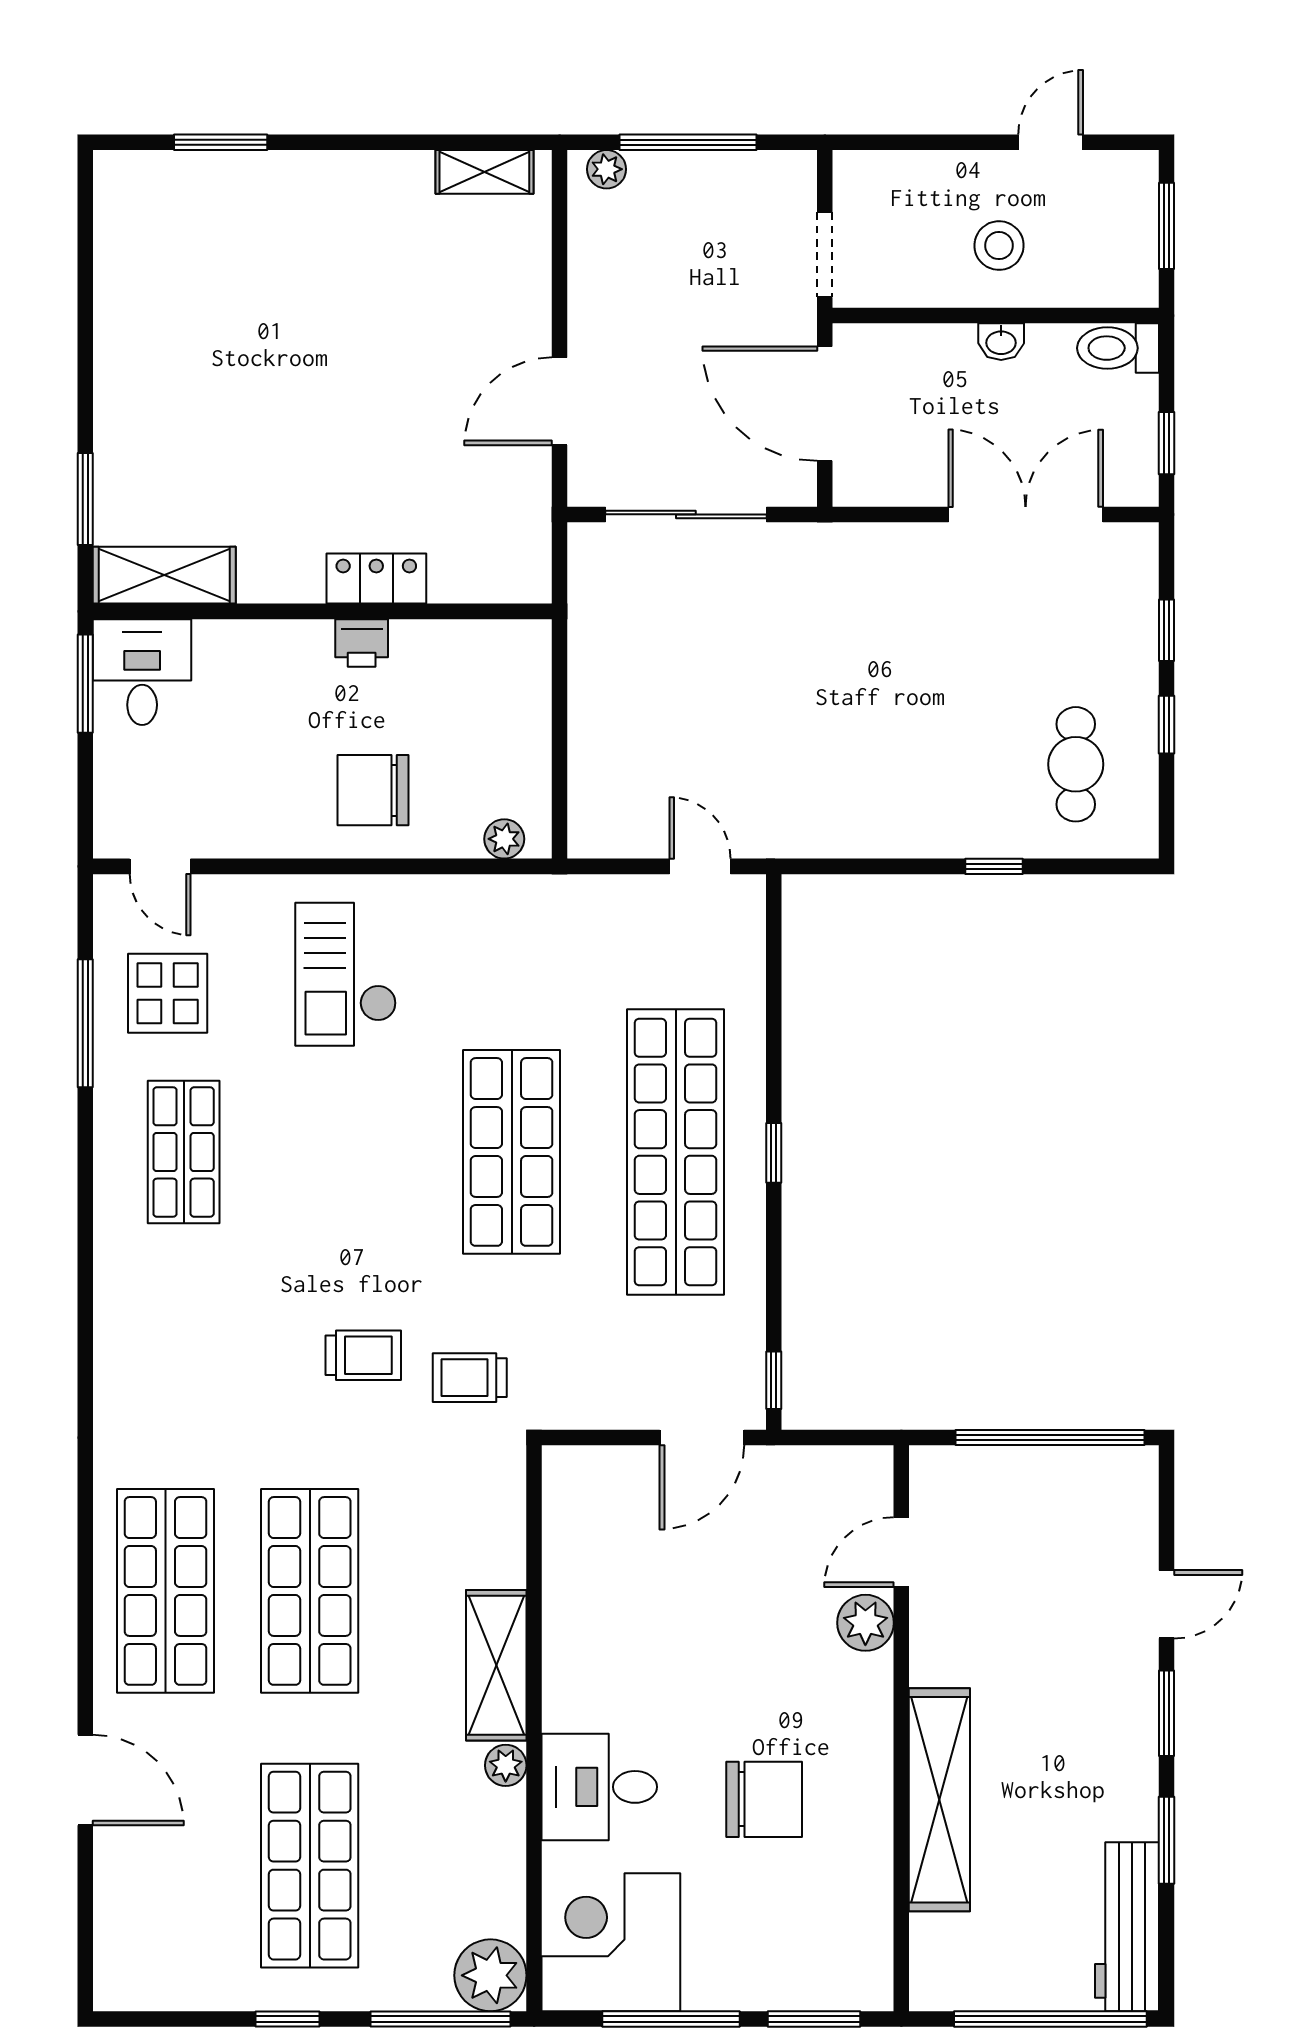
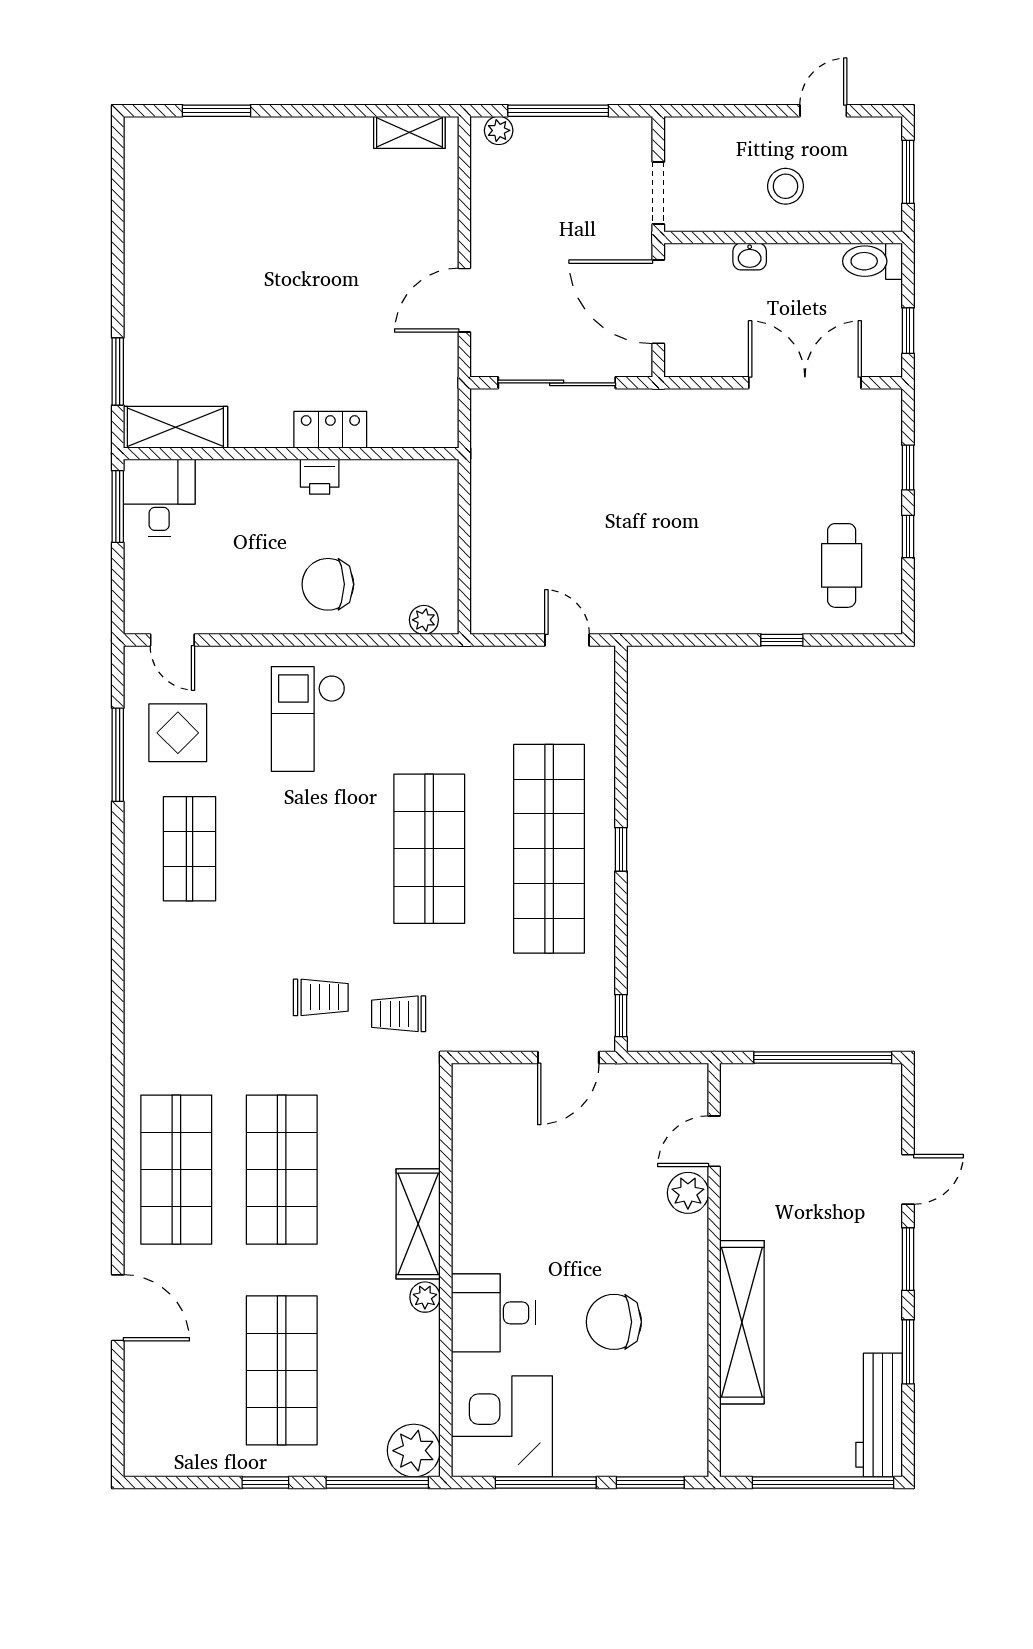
washbasin: (1001, 342) -> (750, 256), moved
chair: (764, 1799) -> (614, 1322), turned 180

